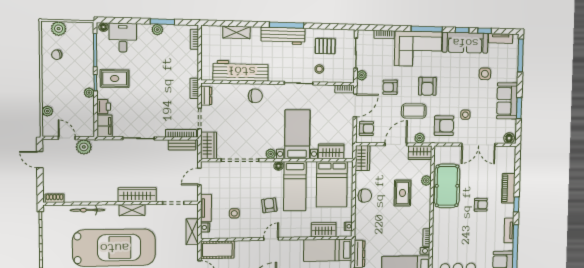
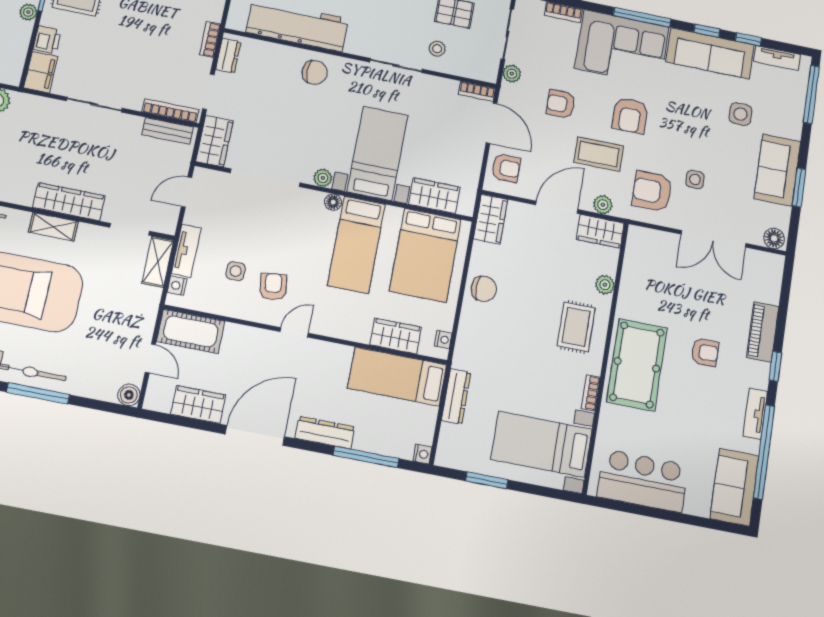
door: (355, 105) -> (492, 123), hinge flipped
armchair: (444, 126) -> (652, 191), turned 180
pool table: (447, 186) -> (637, 365), moved
rug: (402, 193) -> (576, 327), moved
armchair: (269, 205) -> (273, 287), moved
shelving: (192, 232) -> (158, 262), moved

